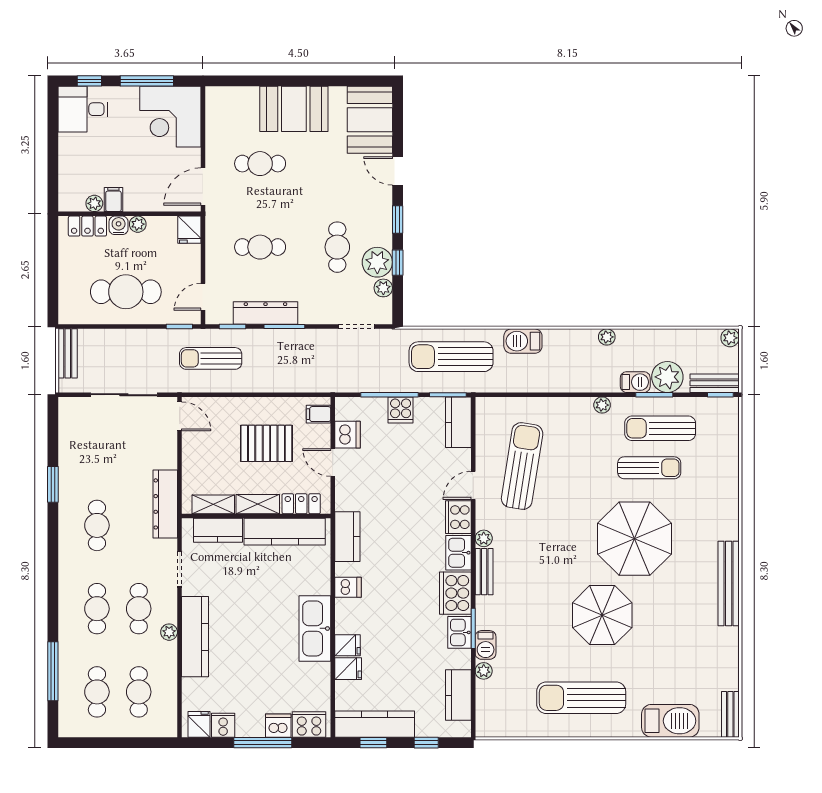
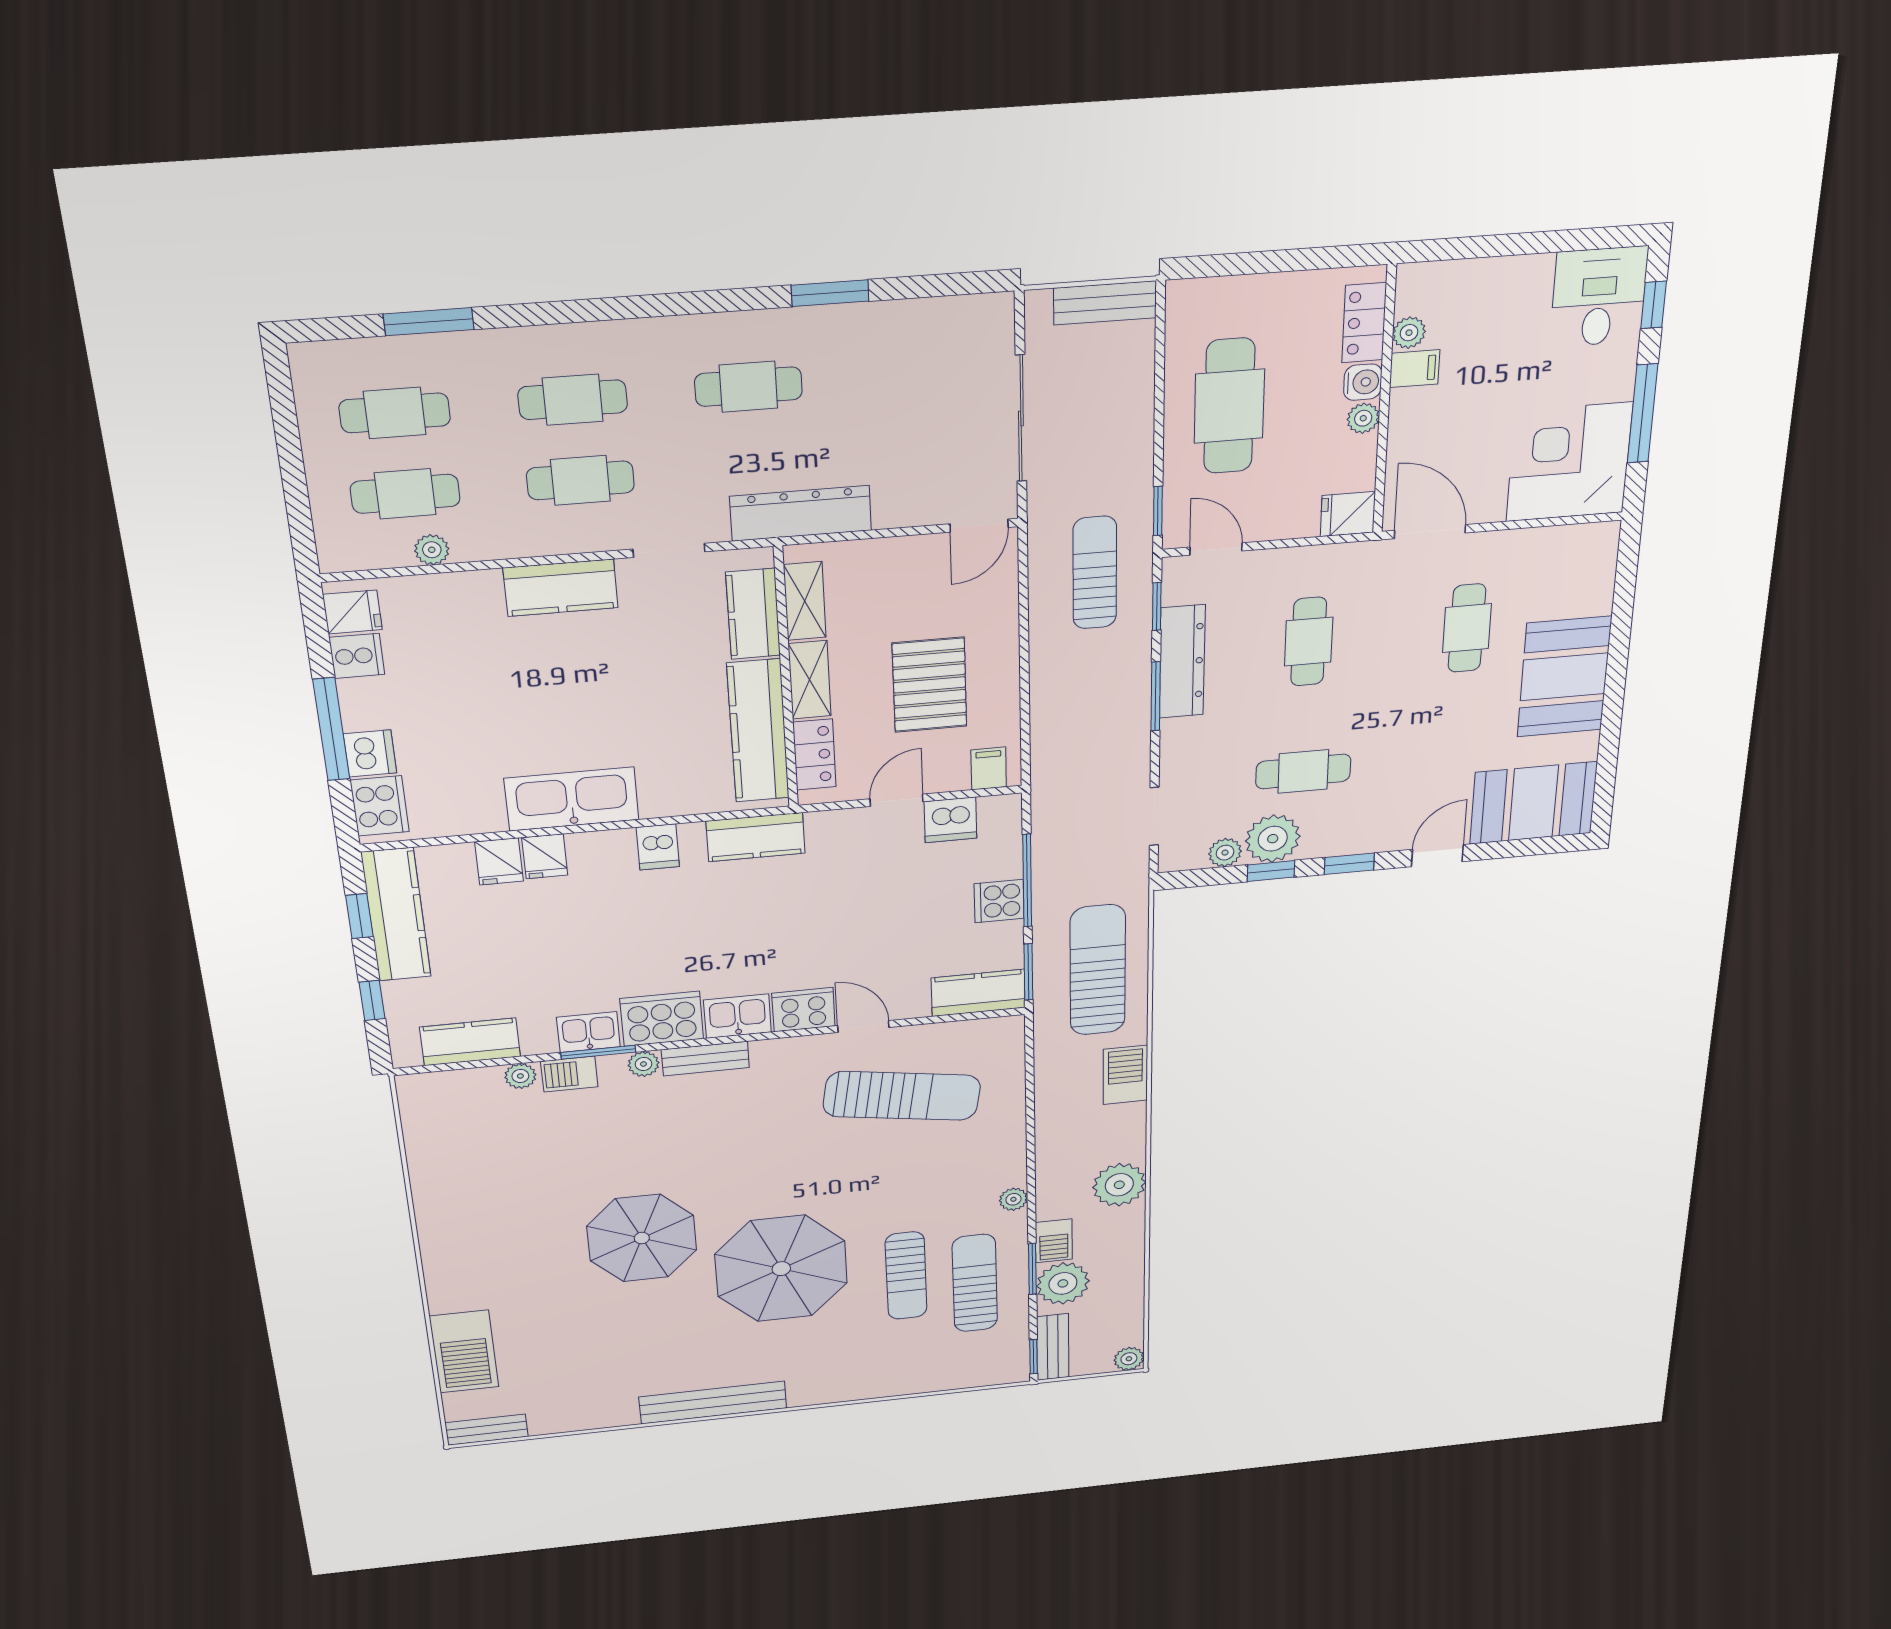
plant: (607, 337) -> (1119, 1185), width x1.88, depth x1.88
plant: (484, 538) -> (643, 1064), moved
plant: (169, 632) -> (432, 550), moved
kitchen counter: (195, 637) -> (561, 588), width x0.67
window: (53, 671) -> (429, 322), width x0.69
sun lounger: (581, 698) -> (489, 1224), removed

